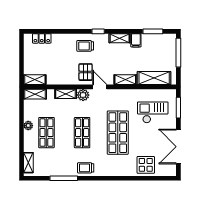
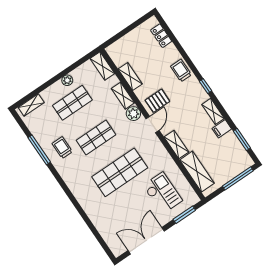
trolley: (85, 46) -> (181, 70), moved
shelving: (35, 80) -> (130, 76), moved
display table: (146, 165) -> (107, 221), removed
trolley: (86, 168) -> (62, 148), moved

